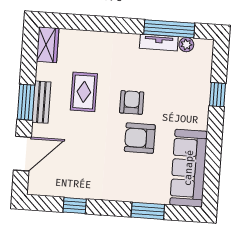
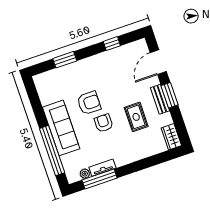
window: (217, 95) -> (52, 151), width x3.17
armchair: (132, 102) -> (104, 123), turned 180
sofa: (189, 168) -> (61, 128), moved

